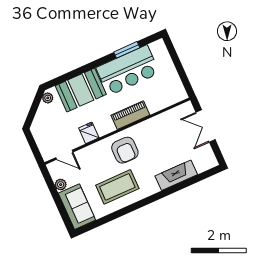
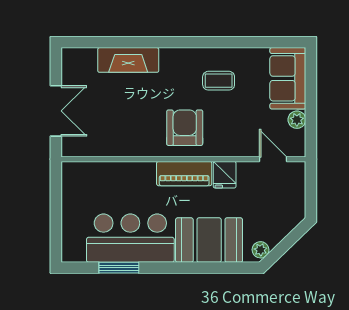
piano: (130, 115) -> (184, 174), moved
coffee table: (117, 187) -> (219, 81), width x0.54, depth x0.58

